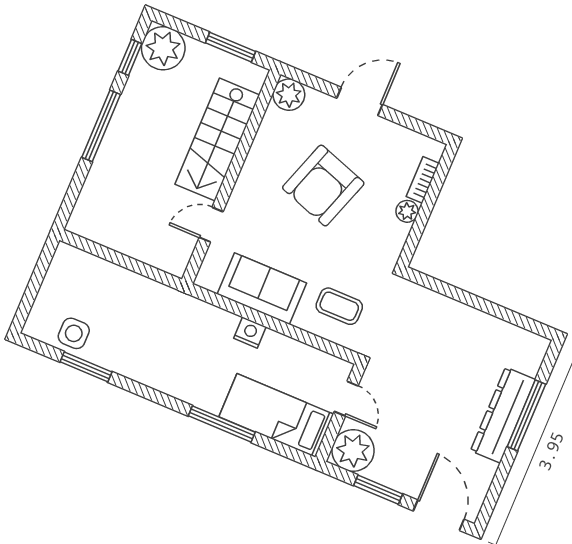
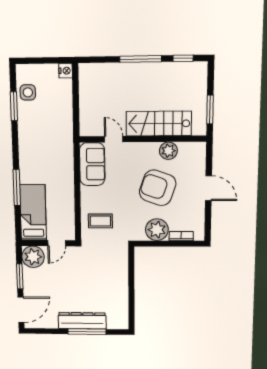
plant: (163, 48) -> (195, 74), removed
plant: (289, 95) -> (168, 151), moved
plant: (407, 211) -> (157, 230), width x1.88, depth x1.88
sofa: (262, 289) -> (92, 164), moved
coffee table: (339, 306) -> (100, 221), turned 90
nightstand: (250, 333) -> (66, 71), moved

